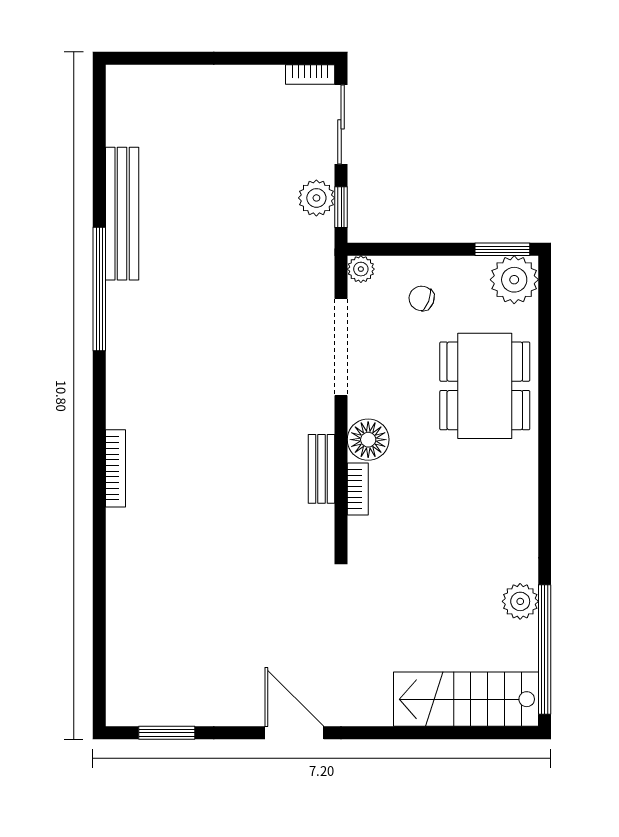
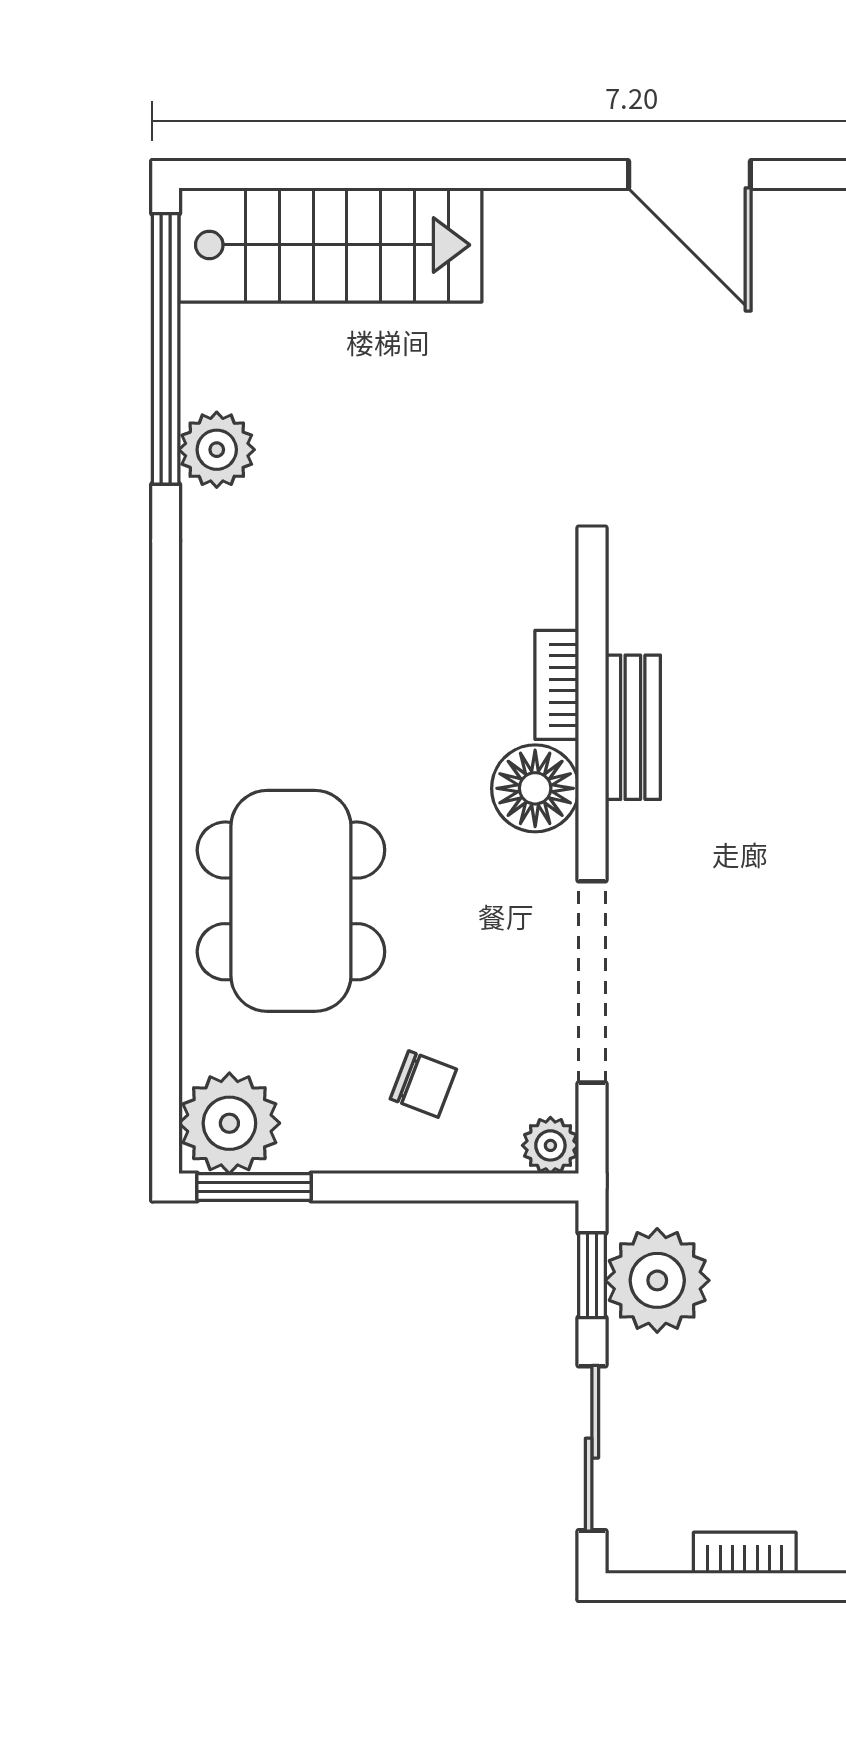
bookcase: (310, 75) -> (745, 1553), moved
plant: (316, 198) -> (657, 1280), width x1.36, depth x1.36

